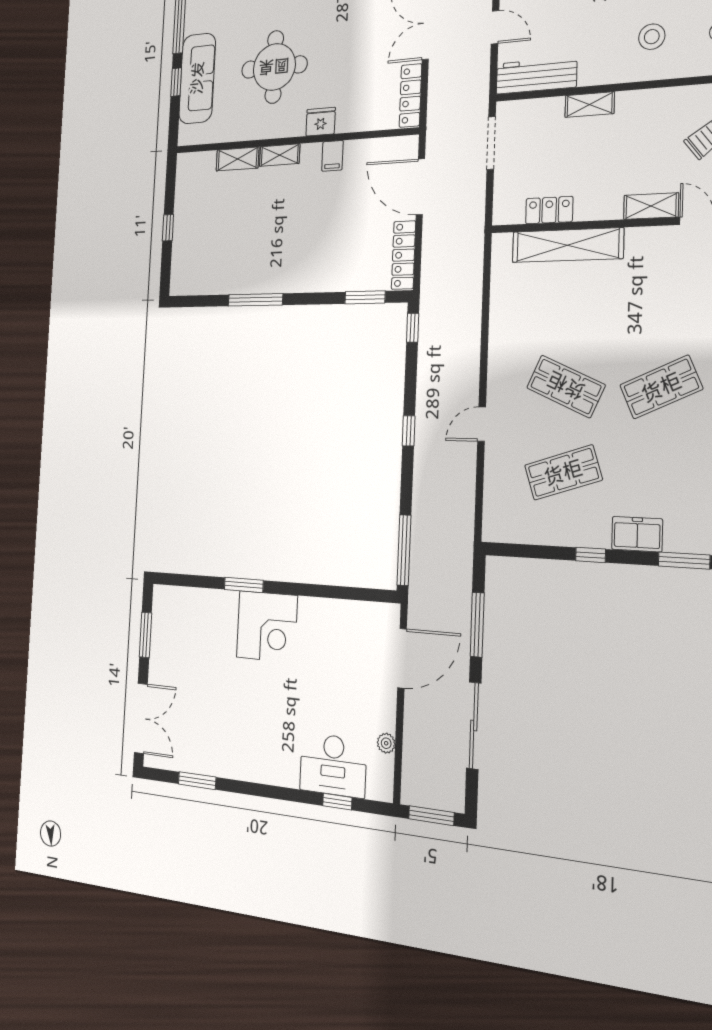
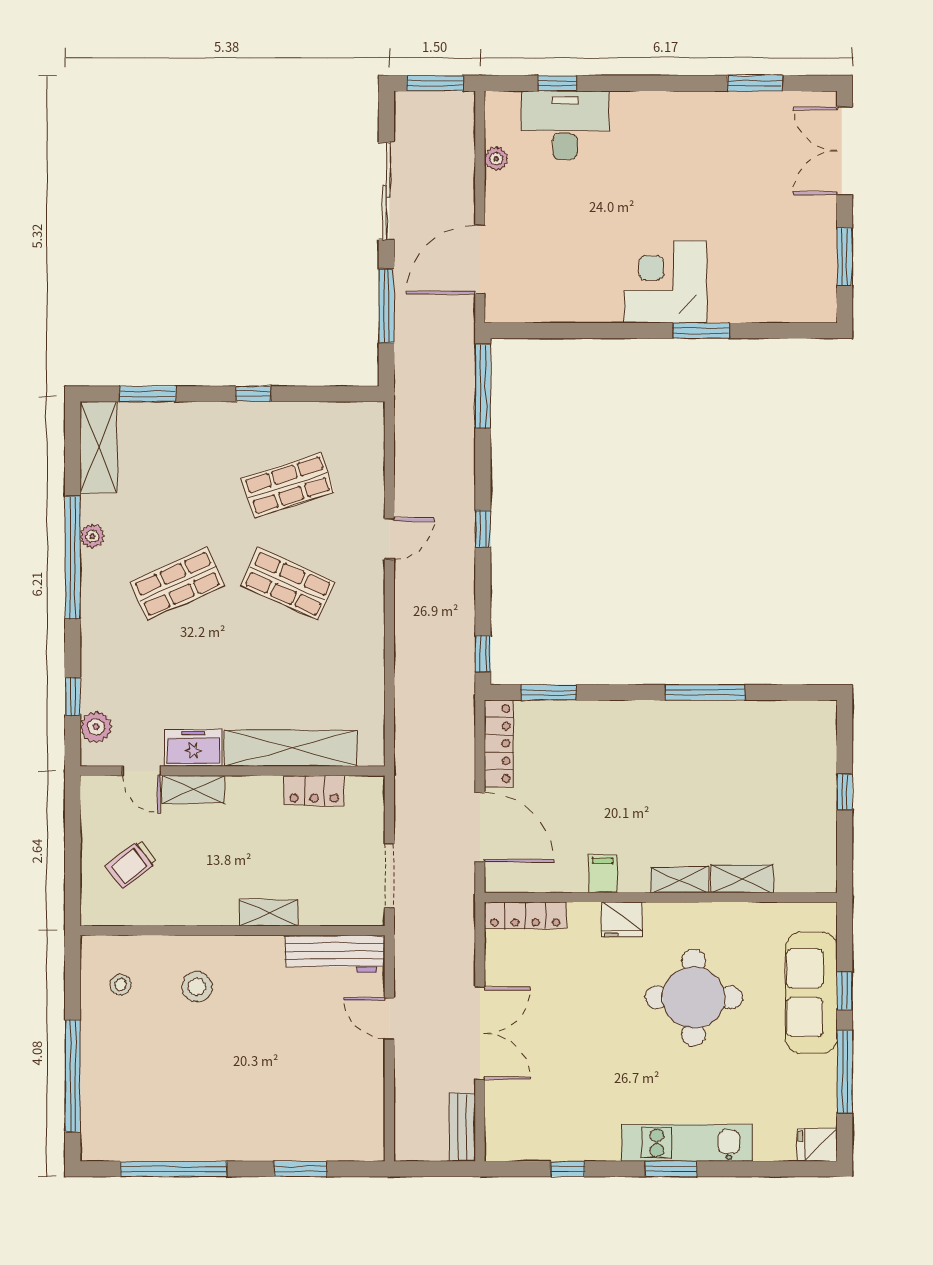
locker: (410, 96) -> (525, 916), moved, turned 90
freezer: (637, 534) -> (193, 748), moved, turned 180

